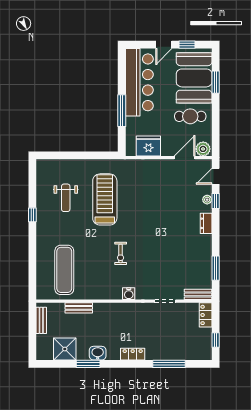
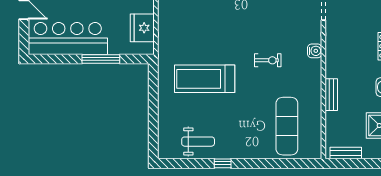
weight bench: (66, 198) -> (198, 142), moved
exercise mat: (64, 270) -> (287, 126), turned 90
bench: (79, 308) -> (331, 95), moved

